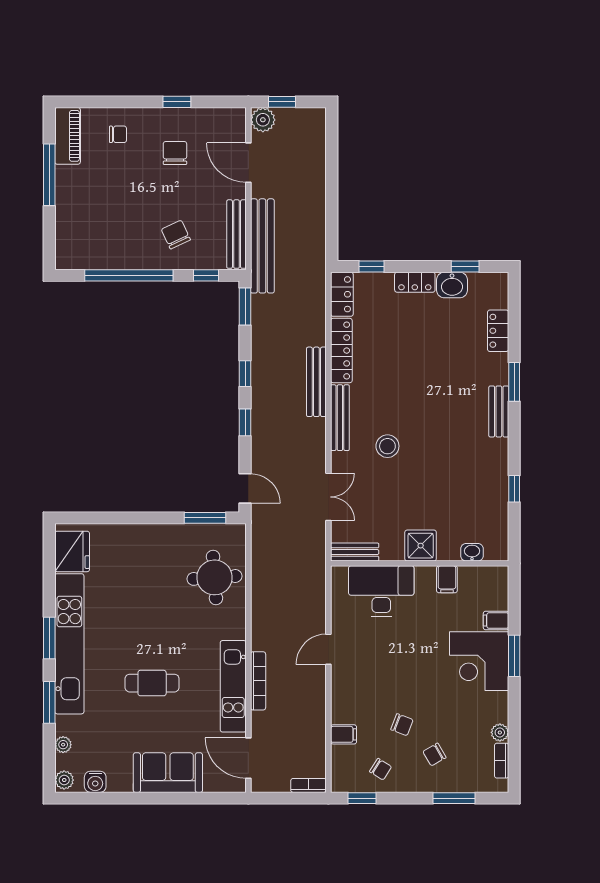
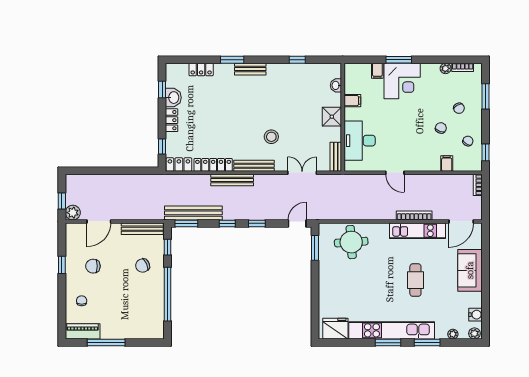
bench: (262, 246) -> (193, 213), moved

